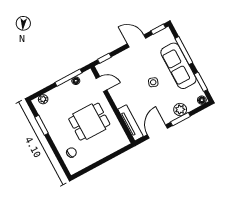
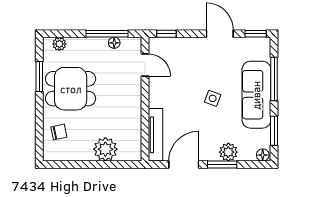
dining table: (89, 122) -> (71, 89), moved
plant: (105, 148) -> (105, 149), added

